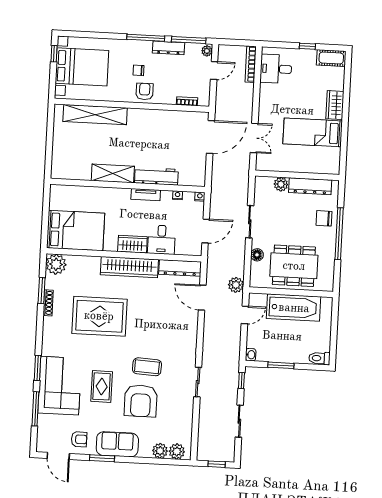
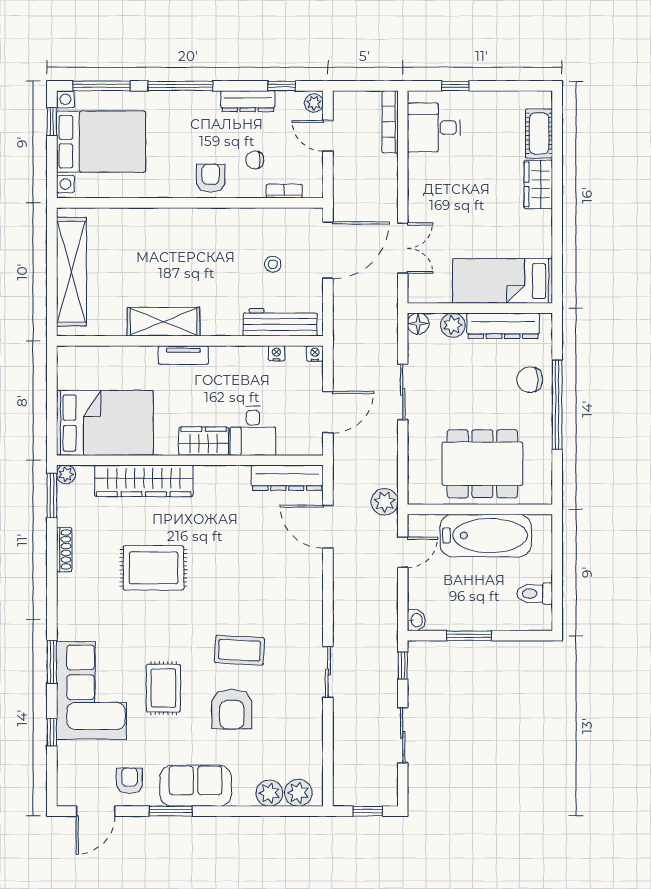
window: (84, 35) -> (102, 86), added
window: (146, 38) -> (180, 86), moved
window: (189, 40) -> (282, 86), width x0.46
window: (307, 46) -> (455, 86), moved
cot: (331, 58) -> (539, 133), moved, turned 90
chair: (138, 70) -> (255, 160), moved
door: (214, 71) -> (328, 136), swing flipped
shelving: (95, 115) -> (71, 272), moved, turned 90
bed: (313, 132) -> (503, 281), moved
stool: (178, 143) -> (273, 264), added
workbench: (156, 176) -> (280, 322), moved
tv unit: (146, 195) -> (183, 355), moved
floor lamp: (257, 255) -> (418, 324), moved
plant: (56, 264) -> (66, 474), width x0.53, depth x0.53
wardrobe: (129, 267) -> (144, 481), moved
window: (42, 291) -> (52, 496), moved
rug: (99, 316) -> (153, 568), width x0.73, depth x0.69
toilet: (319, 358) -> (535, 594), moved
armchair: (141, 401) -> (232, 709), width x0.73, depth x0.73
window: (35, 409) -> (52, 732), width x0.46
armchair: (79, 439) -> (129, 781), turned -90
door: (58, 456) -> (95, 811), hinge flipped

